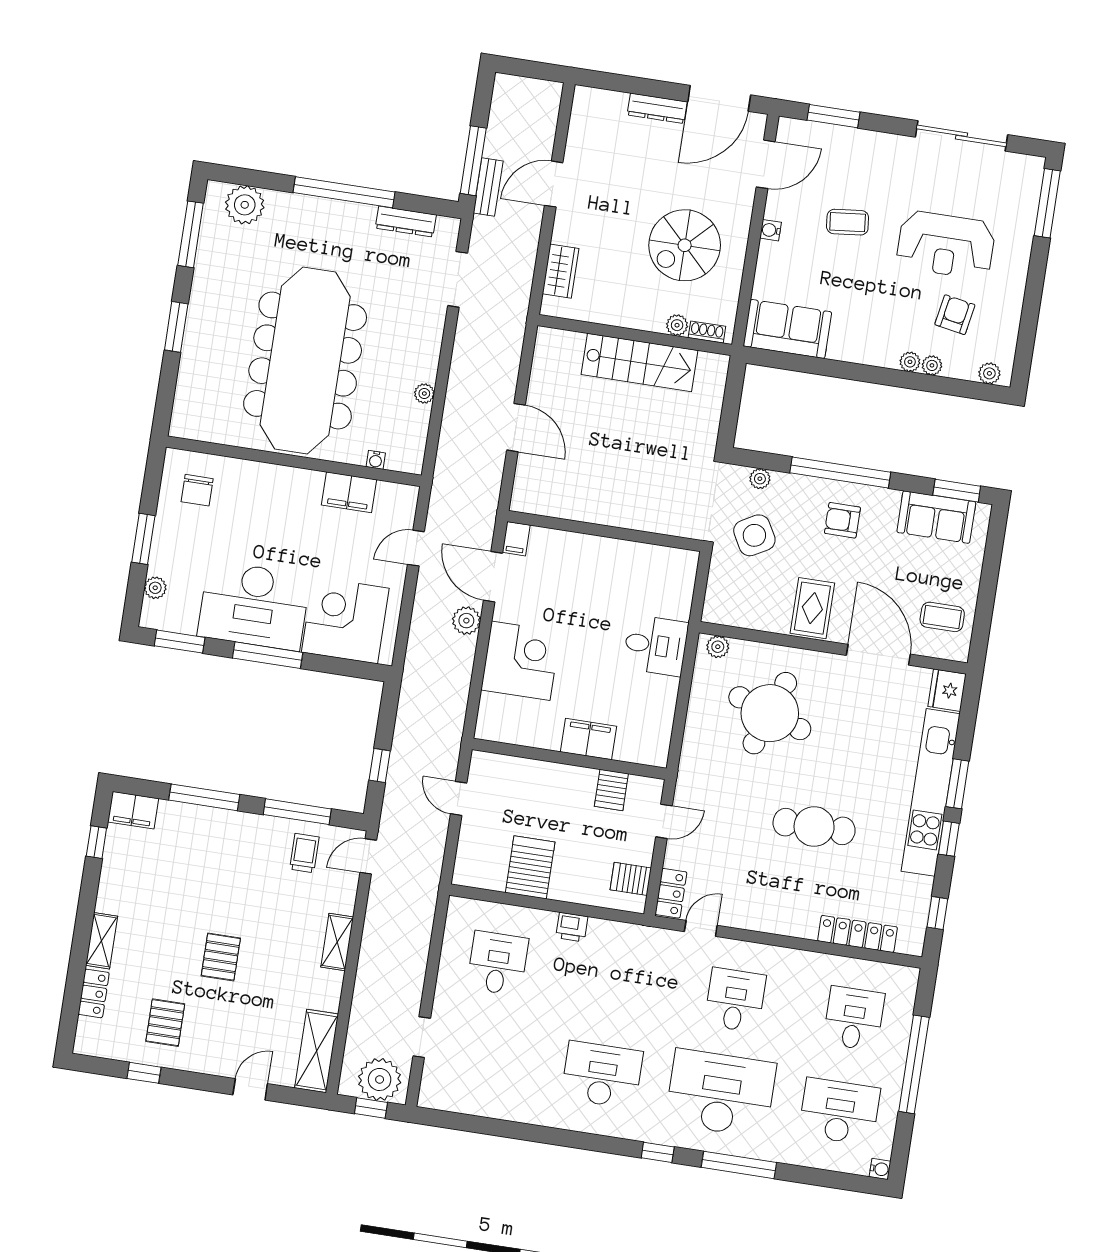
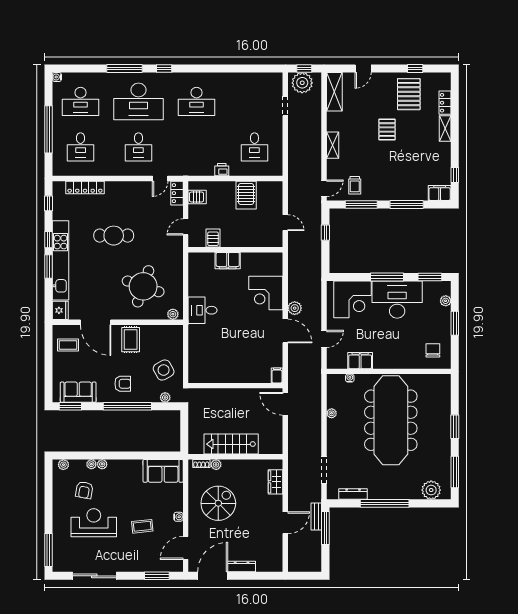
wall: (604, 531) -> (235, 386), moved
filing cabinet: (516, 539) -> (277, 375), moved
pallet: (165, 1023) -> (409, 94), width x1.50, depth x1.42

